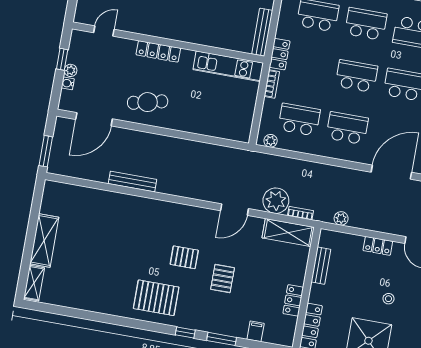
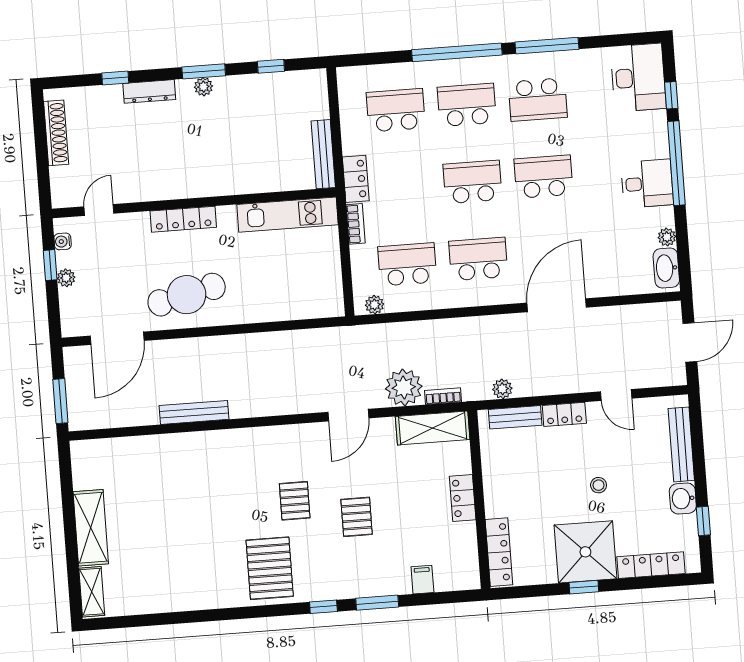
water cooler: (68, 83) -> (63, 241), moved
cafe table: (148, 102) -> (187, 295), width x1.37, depth x1.35
pallet: (184, 257) -> (295, 501), turned 90
bench: (321, 266) -> (515, 417), moved, turned 90
pallet: (156, 298) -> (270, 568), turned 90
locker: (293, 300) -> (463, 498), moved

